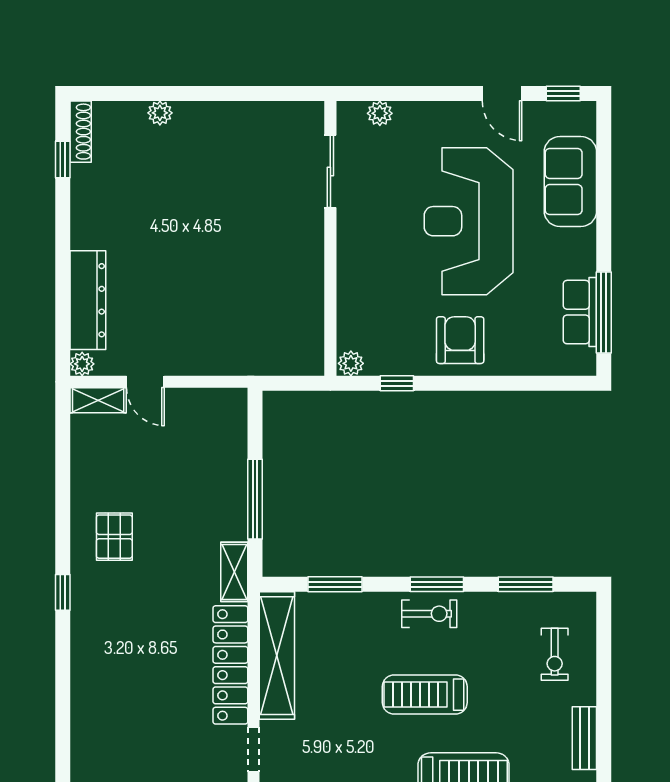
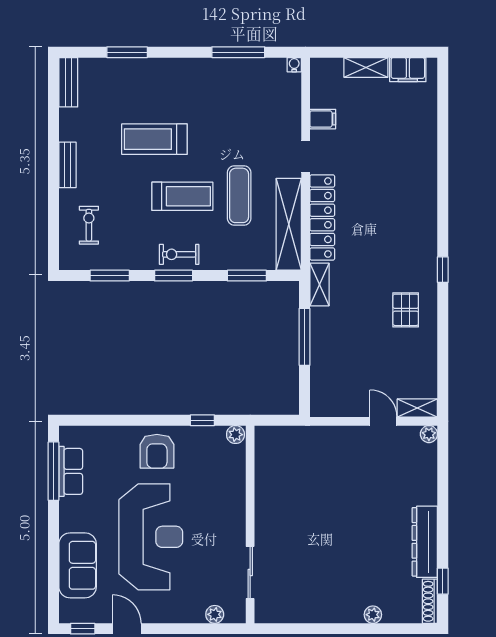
dresser: (88, 300) -> (425, 542), moved
exercise mat: (346, 696) -> (239, 195), added

